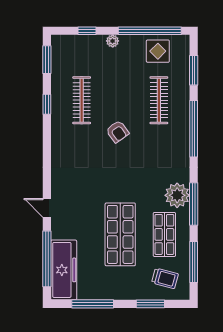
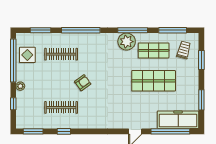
window: (93, 304) -> (201, 100), width x0.69

